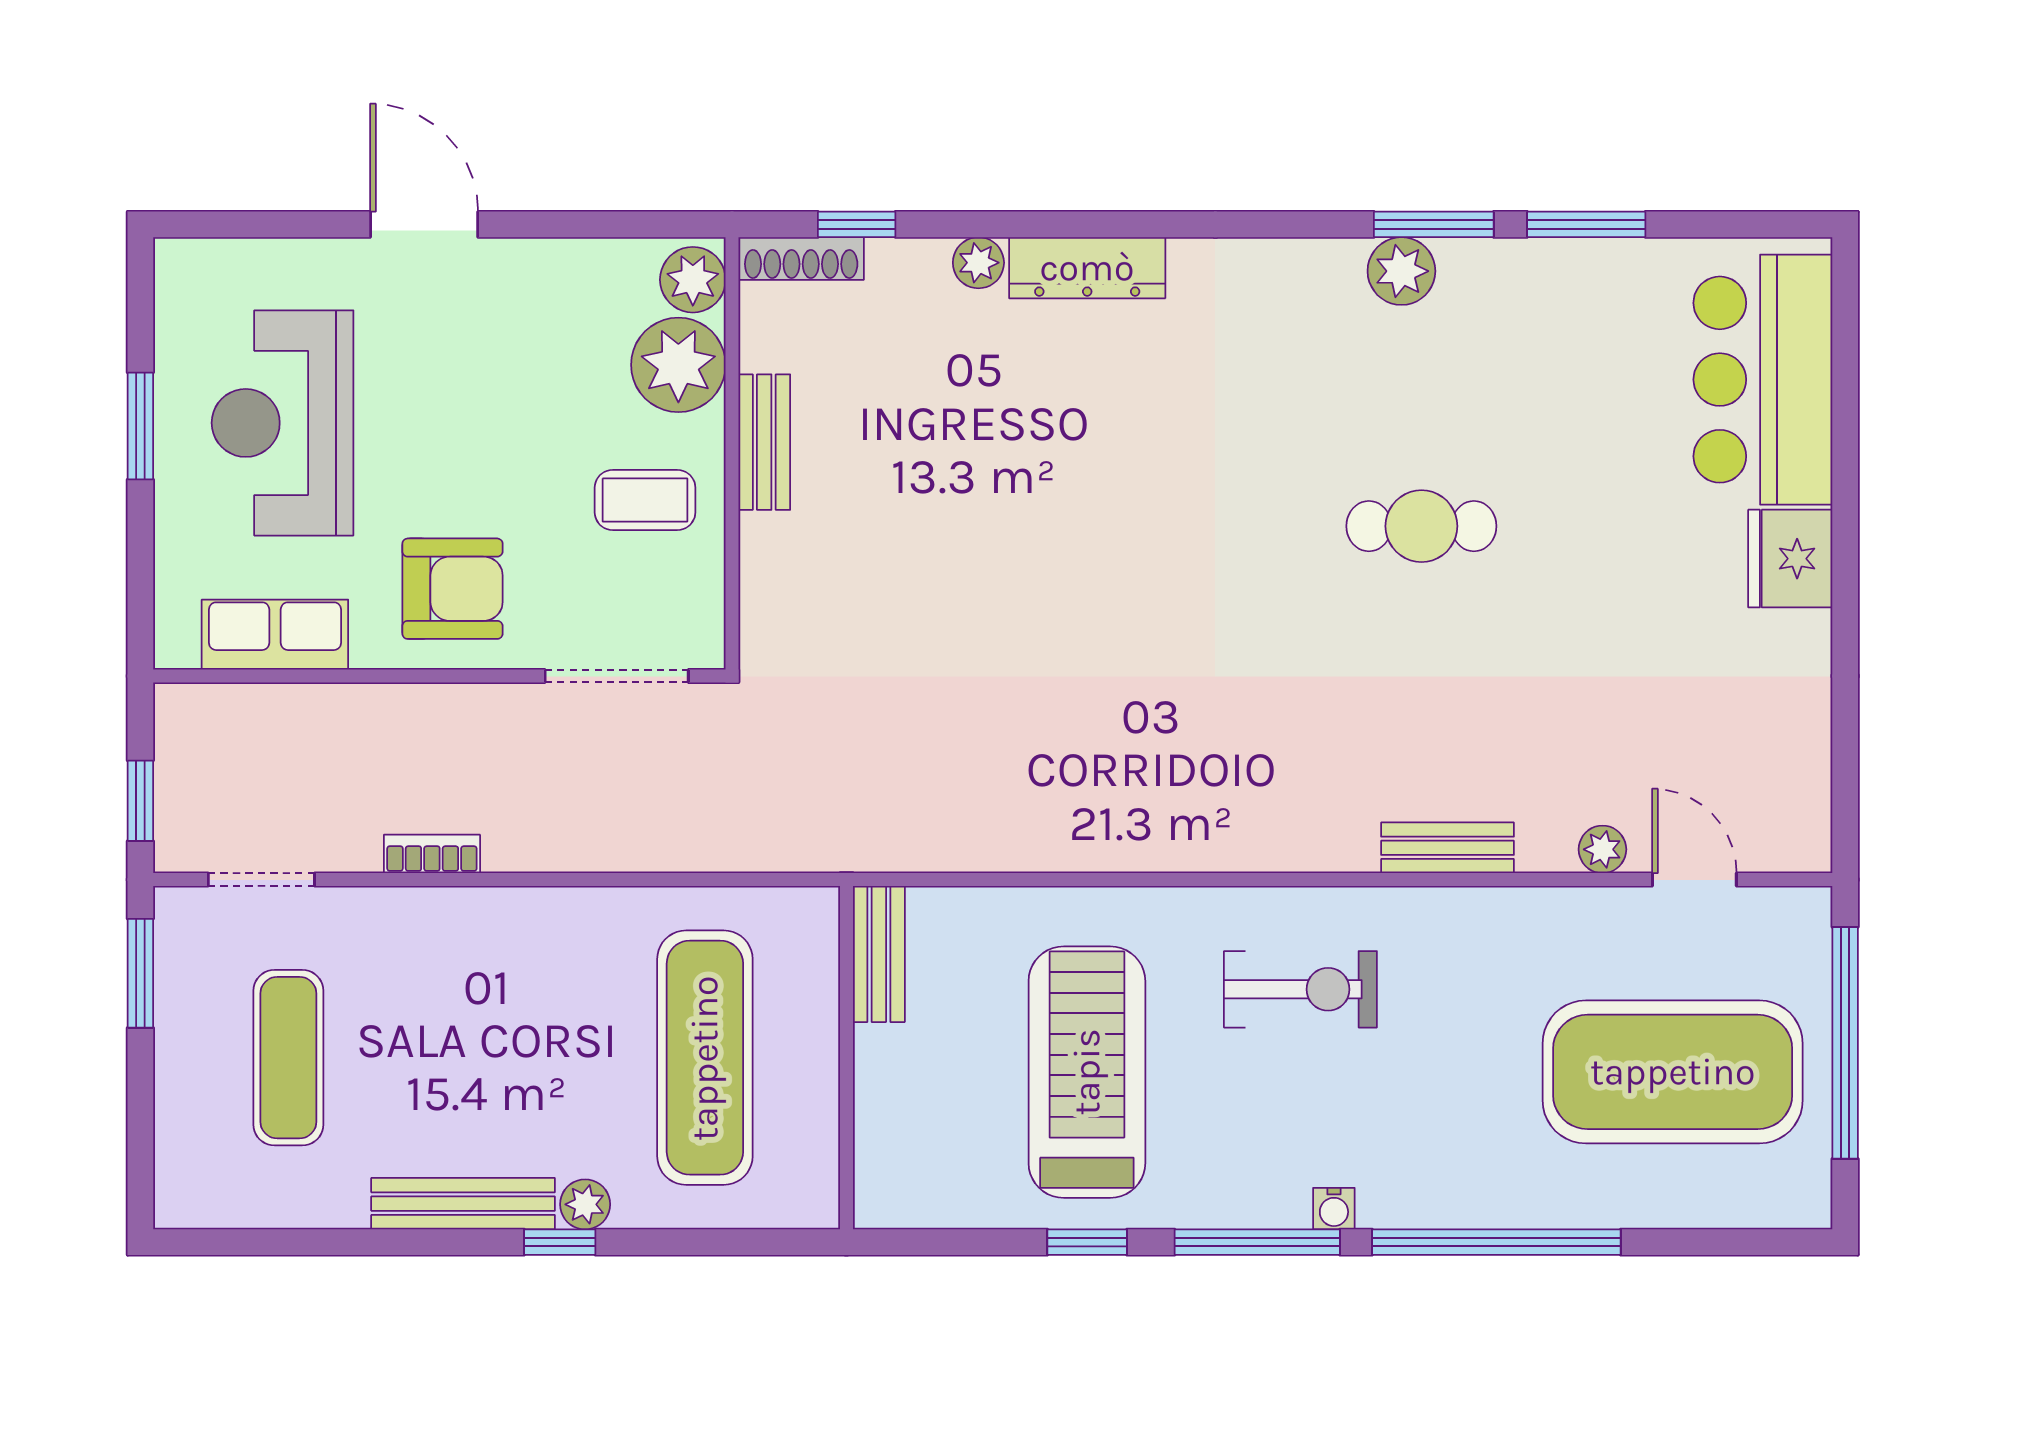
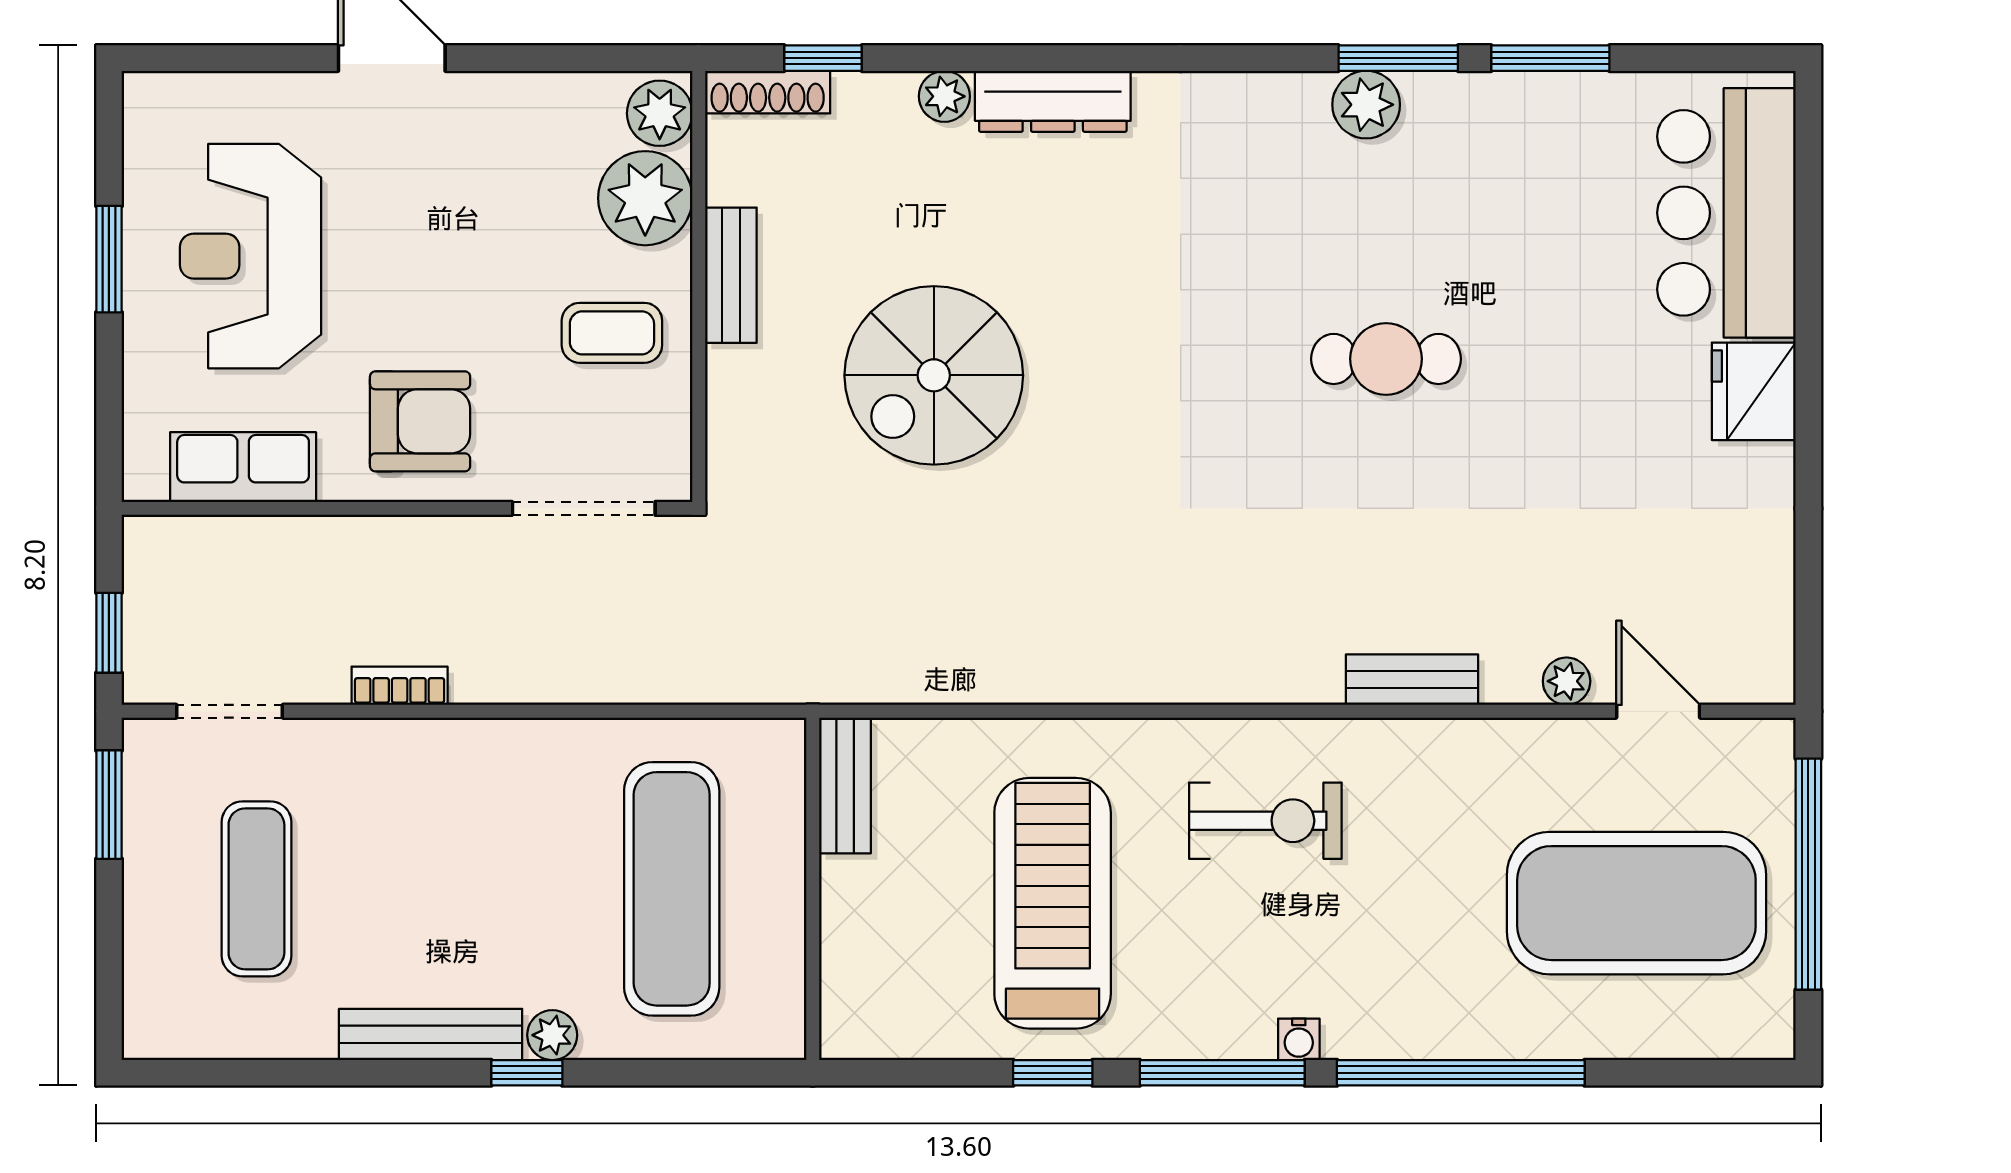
spiral stairs: (968, 543) -> (934, 375), added

